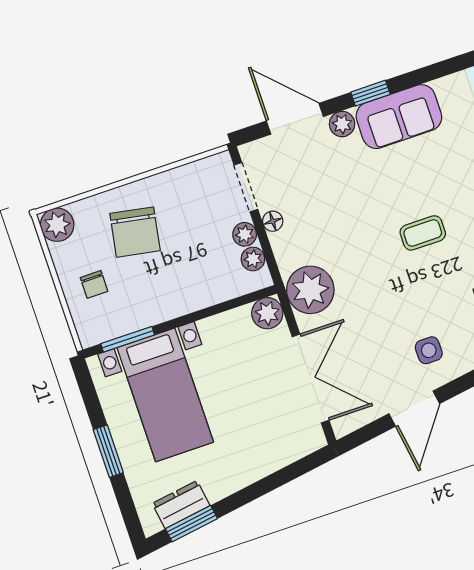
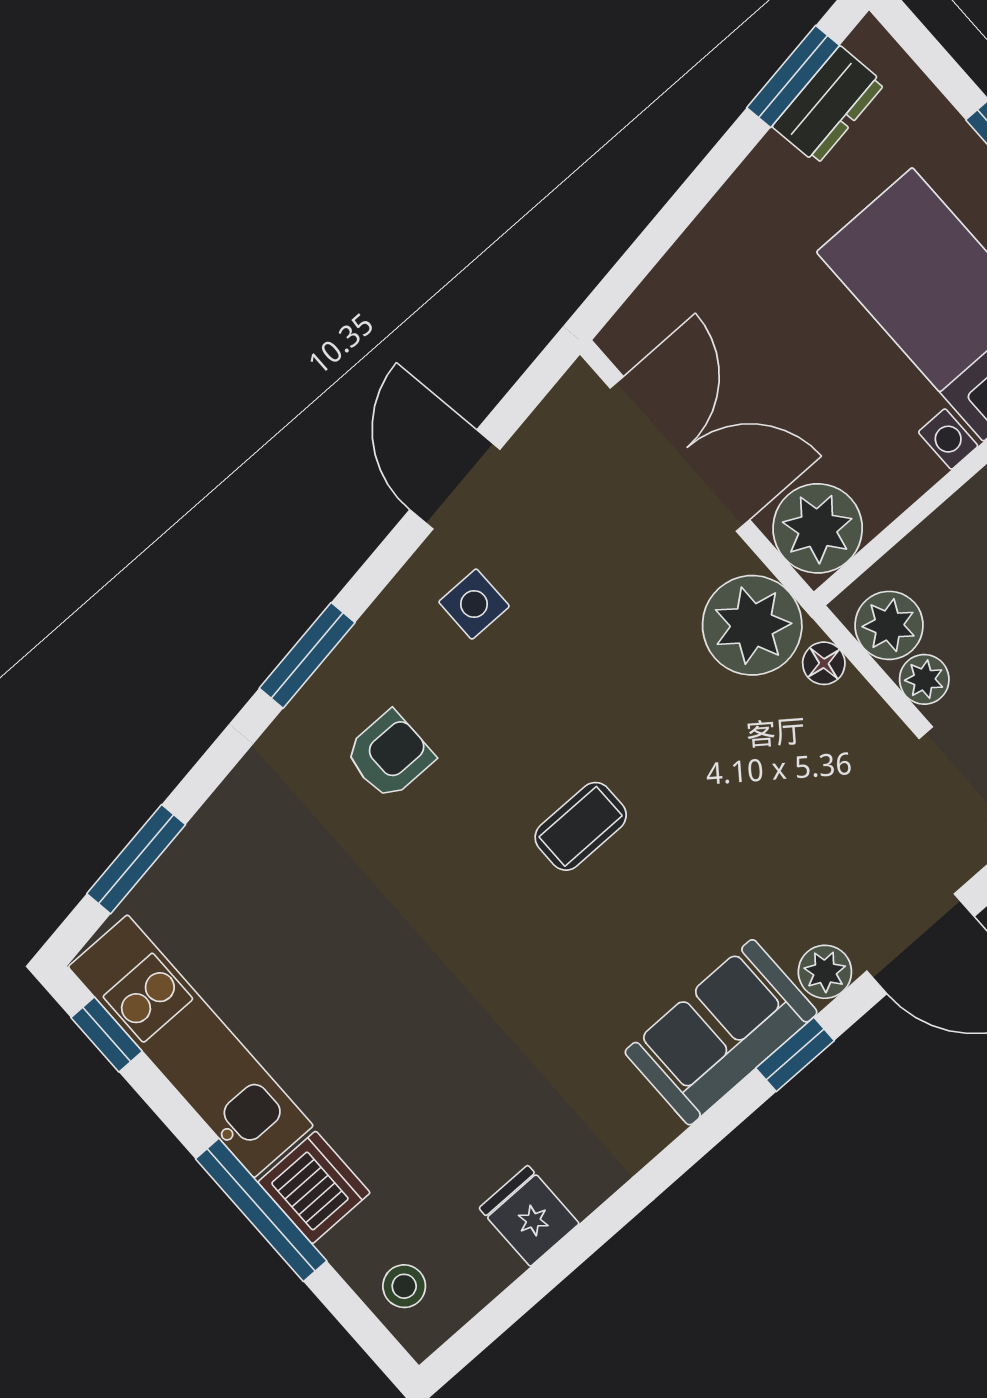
floor lamp: (273, 221) -> (824, 663), moved
plant: (253, 259) -> (889, 625), width x1.38, depth x1.38
plant: (267, 313) -> (818, 528), width x1.36, depth x1.36
double door: (311, 378) -> (680, 454), swing flipped

